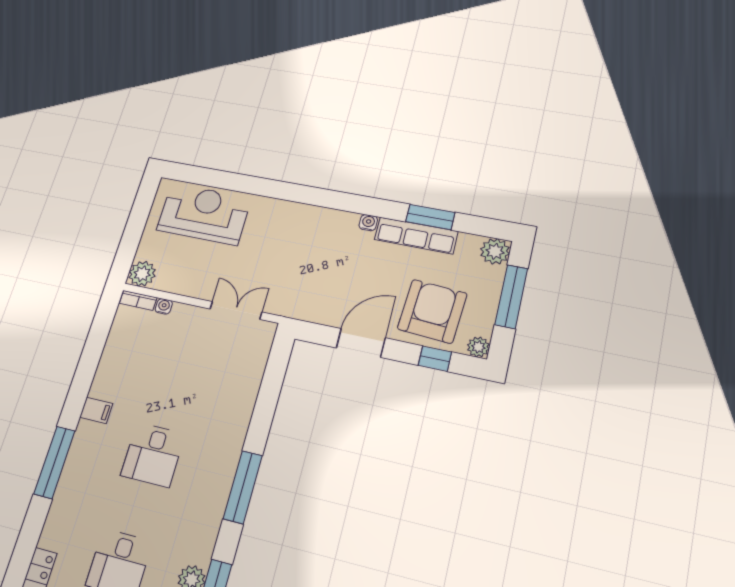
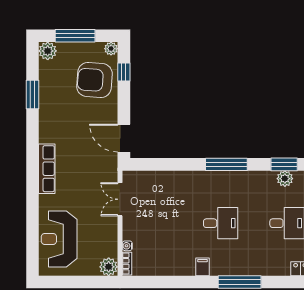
water cooler: (368, 223) -> (44, 132), removed
row of seats: (416, 235) -> (47, 169), moved
door: (361, 343) -> (124, 138), moved

